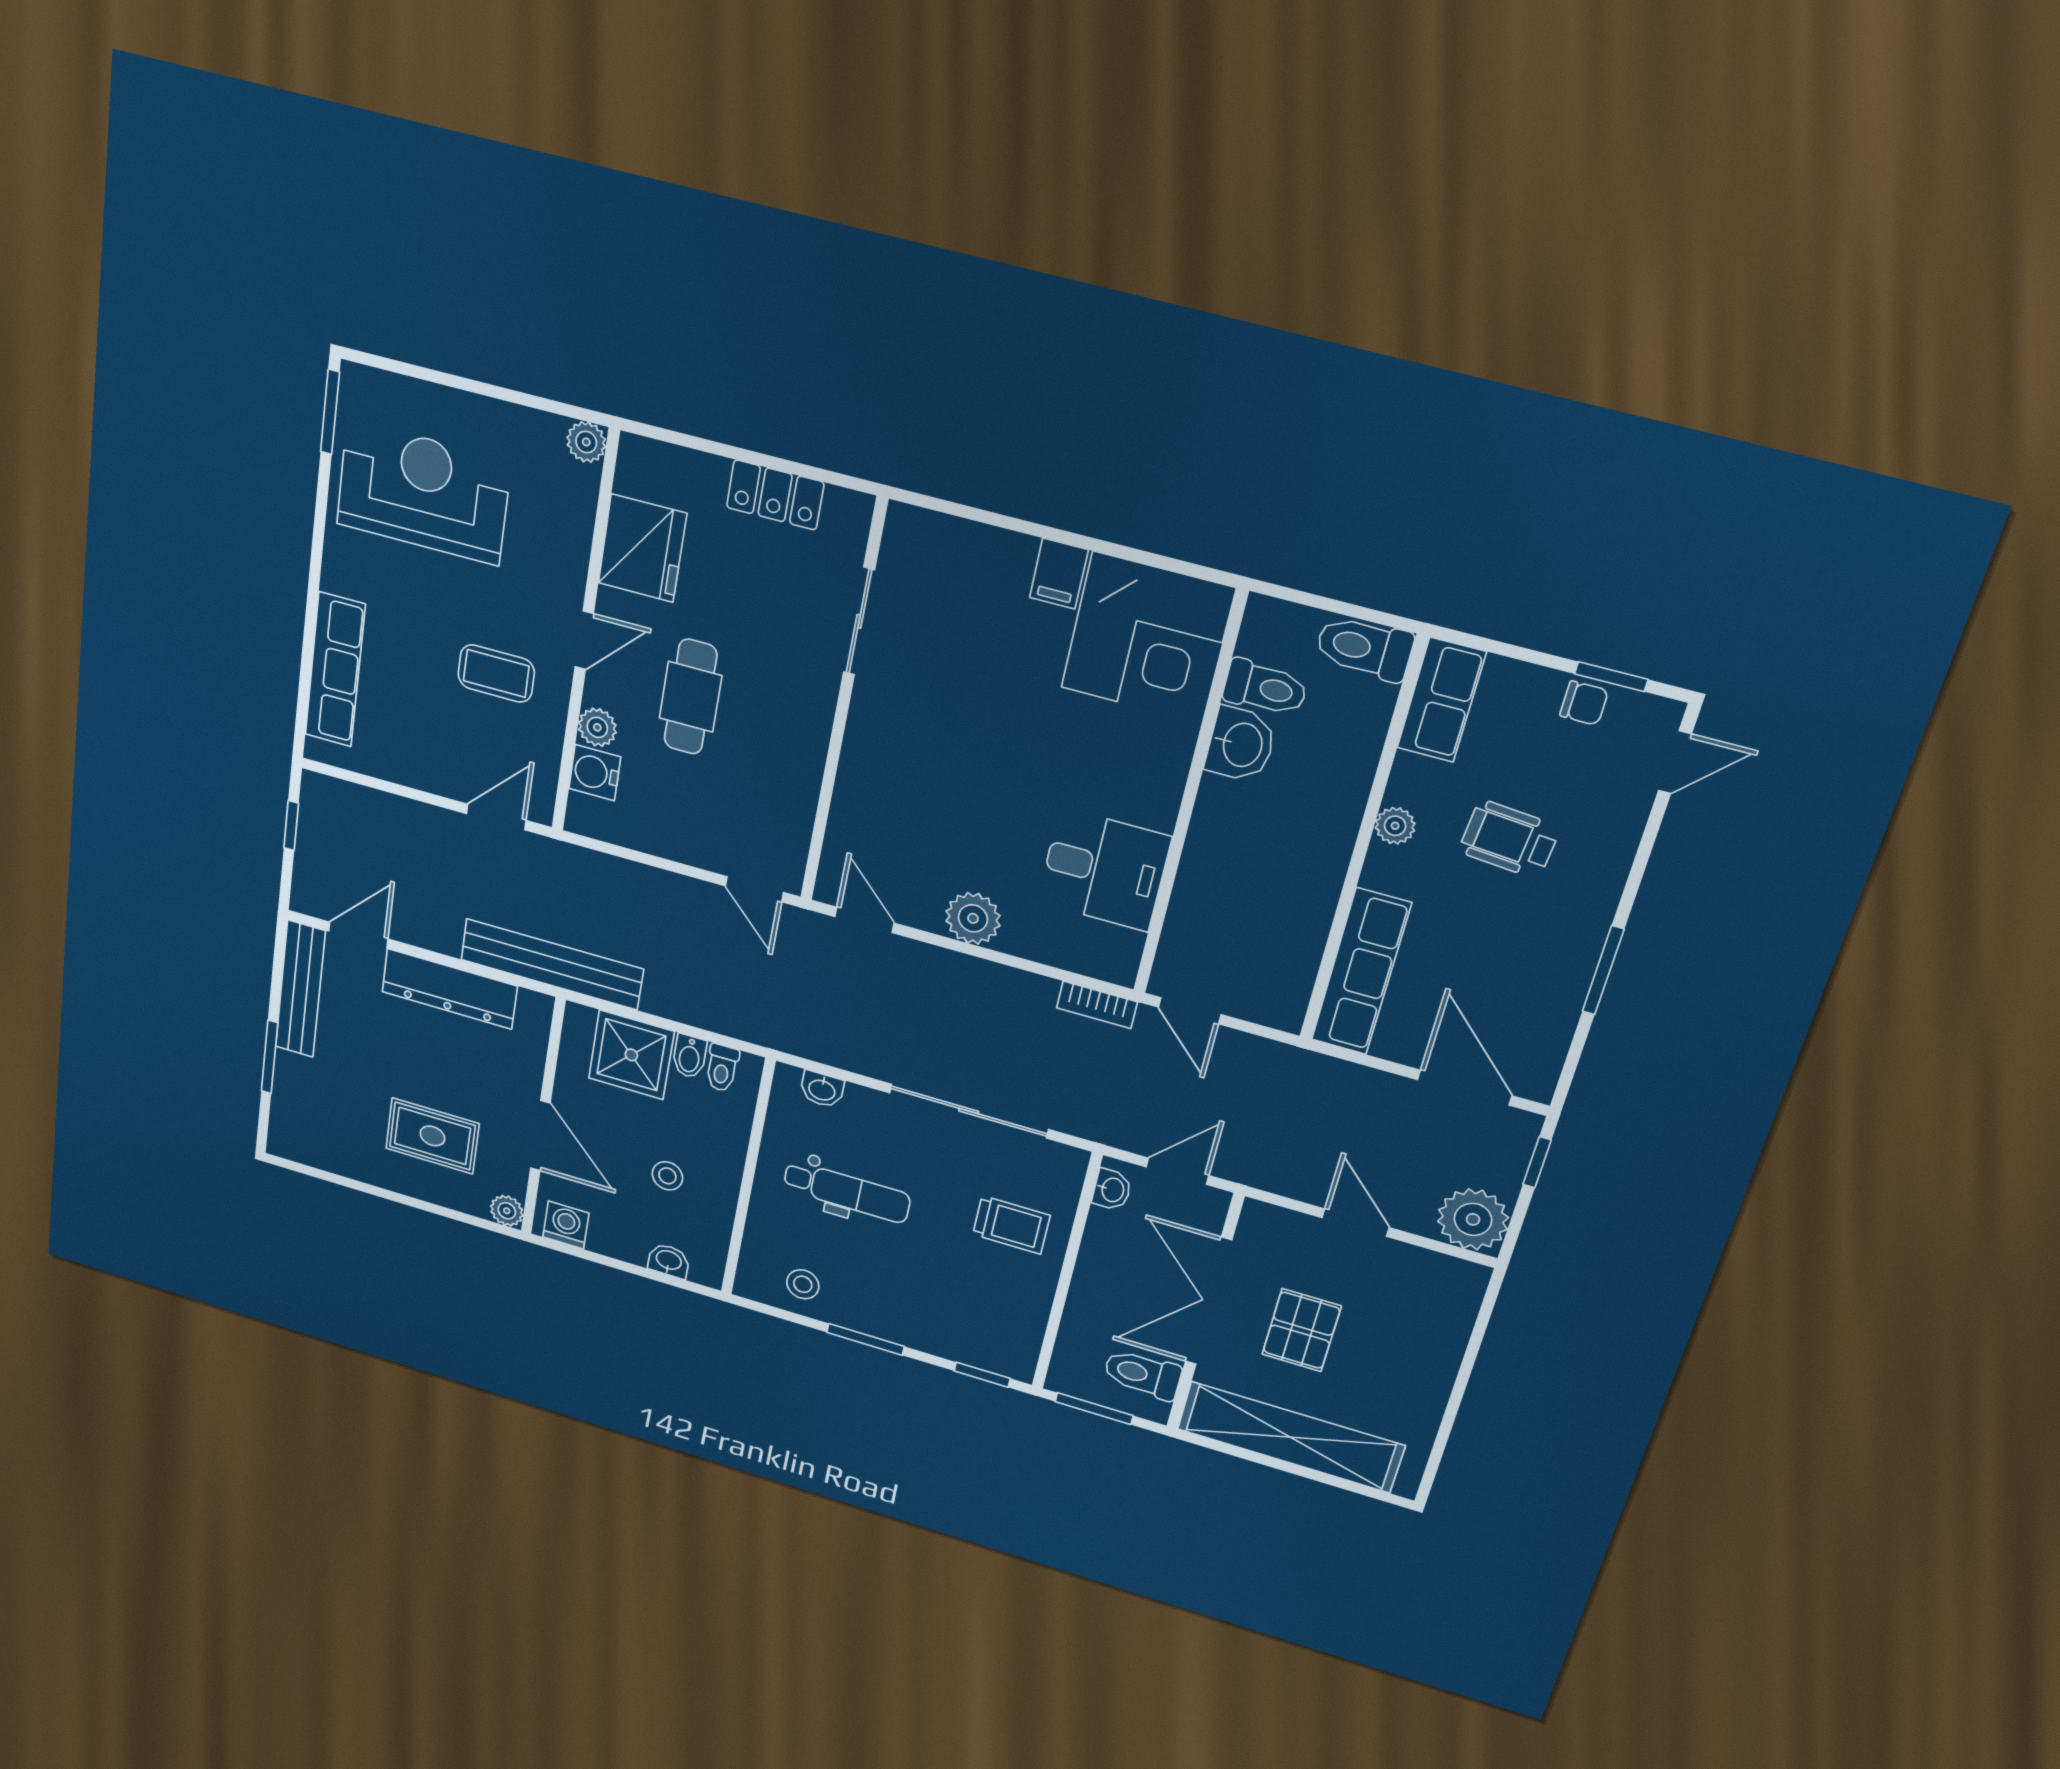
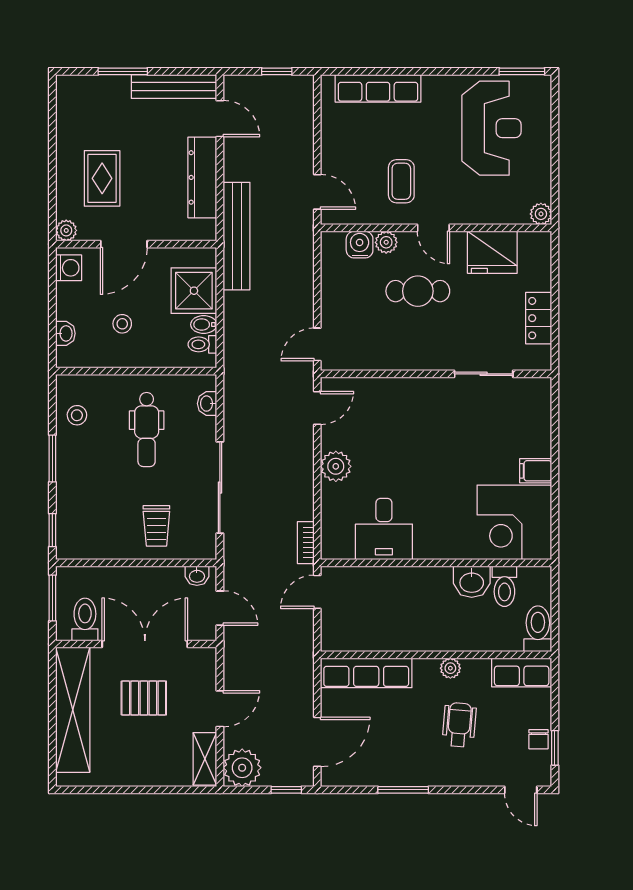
shelving: (1438, 1271) -> (205, 759), added

